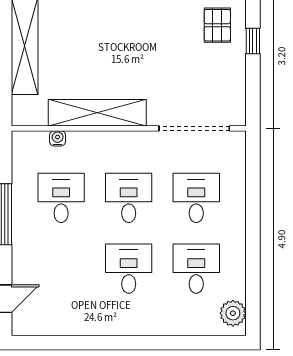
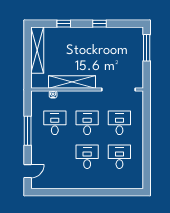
pallet: (217, 25) -> (130, 40), removed
window: (253, 41) -> (147, 48), width x2.17
plant: (233, 313) -> (137, 178), removed

